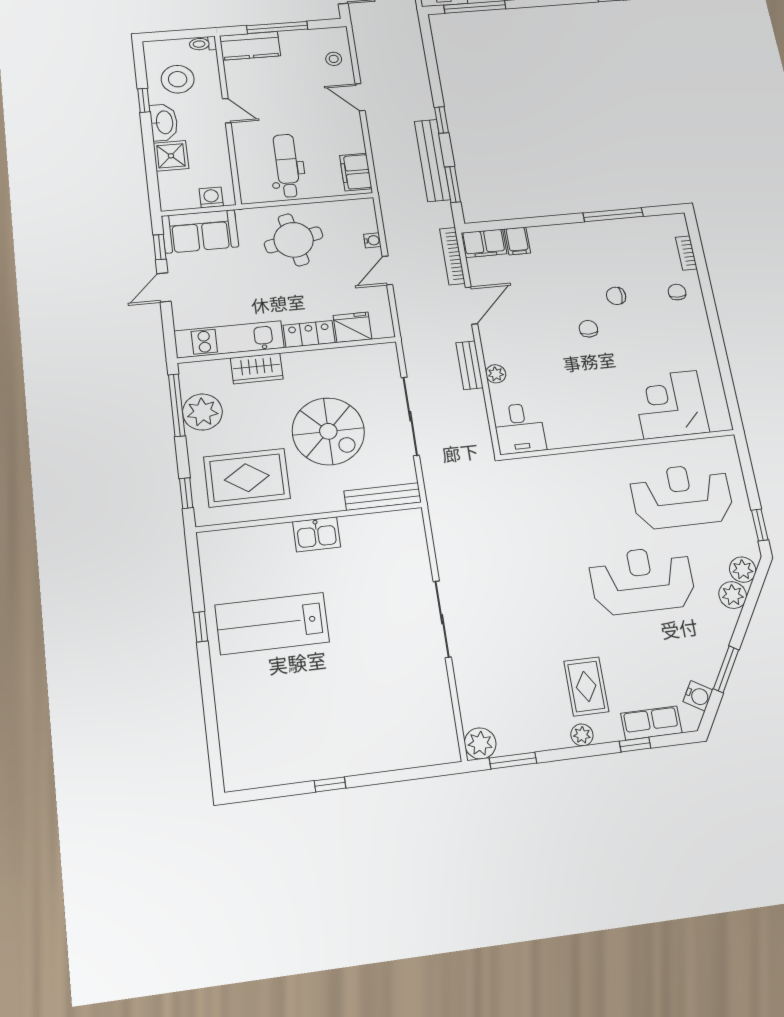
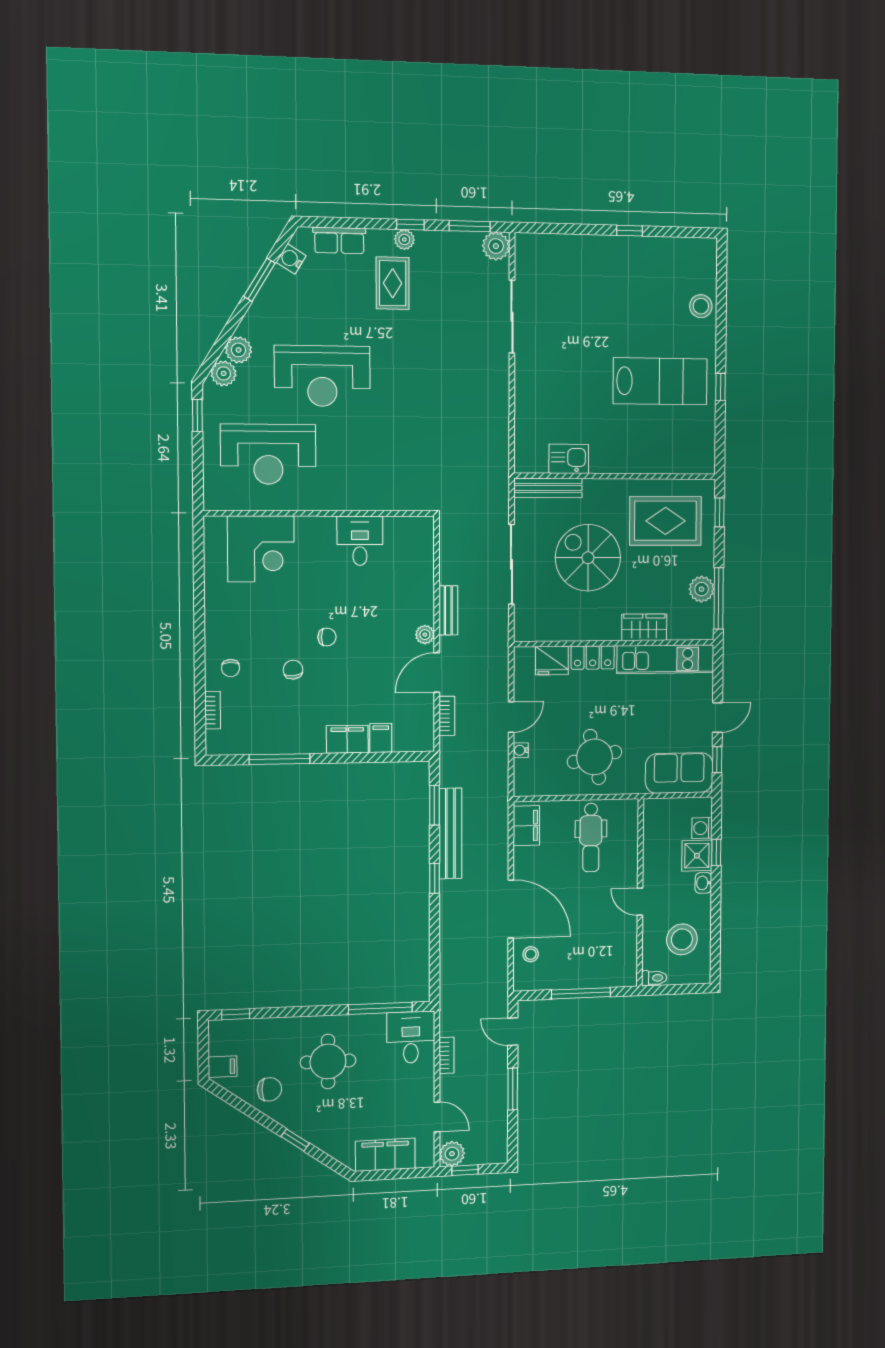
kitchen counter: (250, 46) -> (610, 973), removed
door: (360, 97) -> (511, 909), width x1.87
window: (144, 100) -> (716, 852), moved
washbasin: (164, 122) -> (703, 883), width x0.52, depth x0.69
washing machine: (211, 197) -> (702, 828), moved, turned 90
filing cabinet: (484, 243) -> (347, 739), moved
bookcase: (452, 256) -> (447, 716), width x0.64
chair: (616, 296) -> (293, 670), turned -95
chair: (588, 329) -> (327, 637), turned -90
plant: (496, 374) -> (425, 635), moved
plant: (202, 412) -> (702, 589), width x0.73, depth x0.73
desk: (519, 428) -> (360, 541), moved
kitchen sink: (317, 534) -> (569, 459), moved
sliding door: (442, 619) -> (512, 317), moved
stool: (235, 712) -> (701, 306), added
window: (635, 745) -> (410, 225), moved

